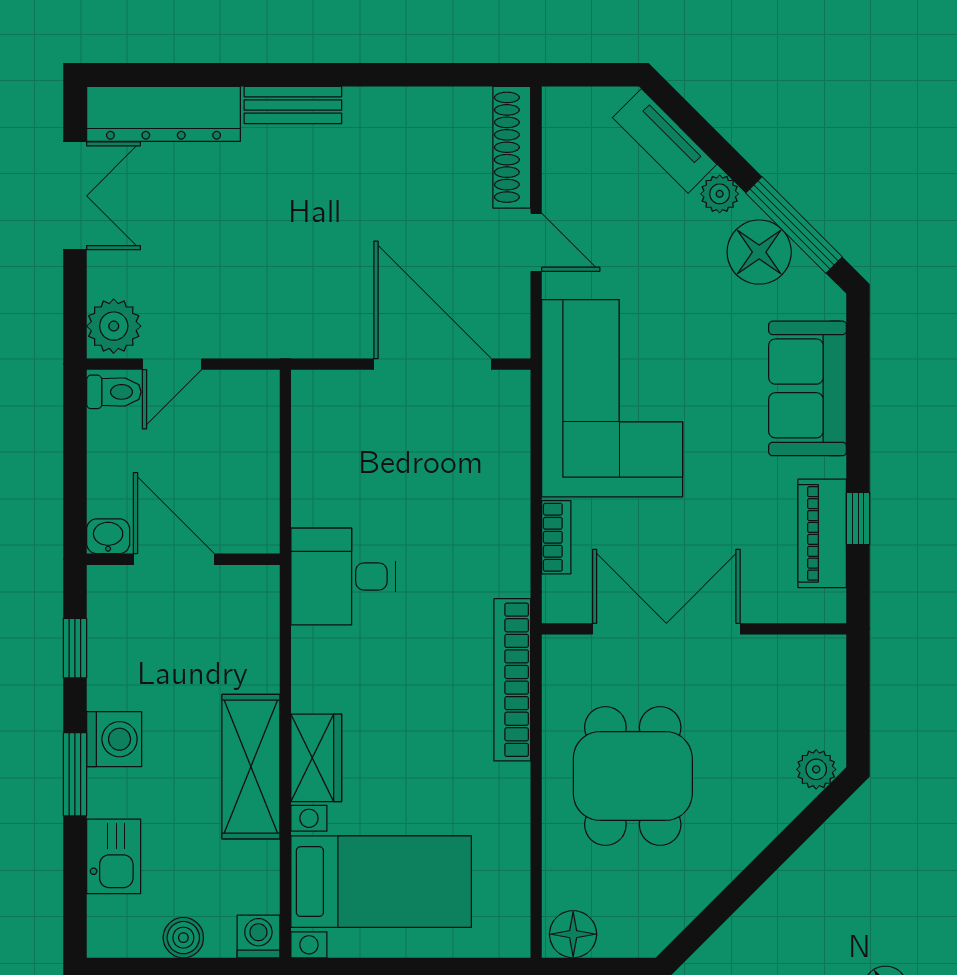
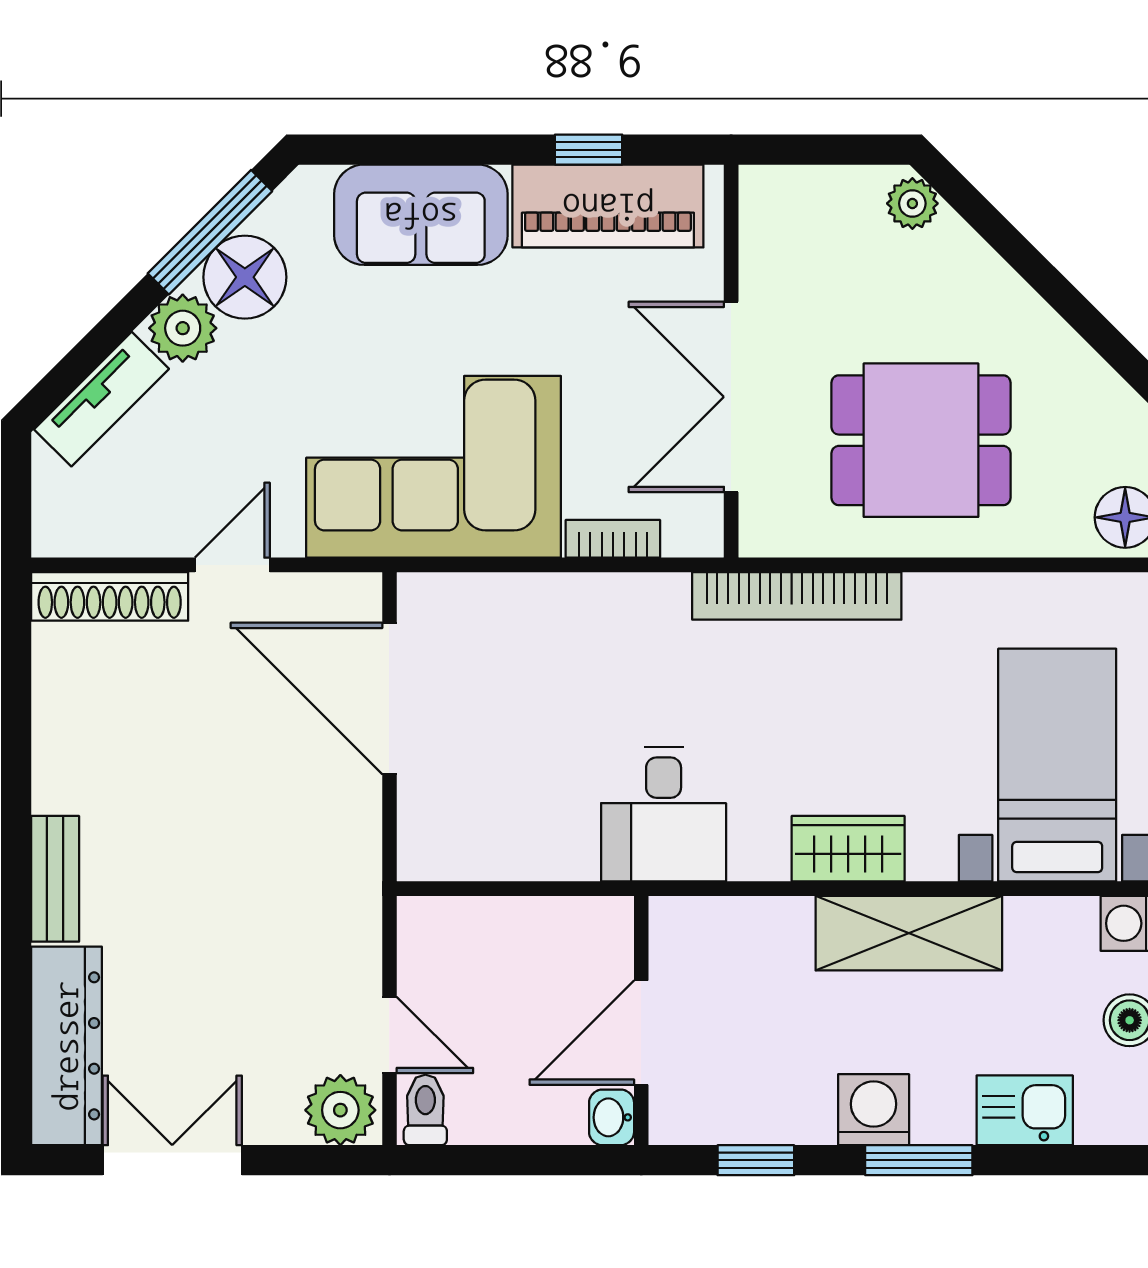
plant: (720, 194) -> (183, 328), width x1.38, depth x1.38
door: (433, 364) -> (389, 698), hinge flipped
piano: (822, 533) -> (608, 206), width x1.37, depth x1.33
wardrobe: (316, 758) -> (848, 849), moved

